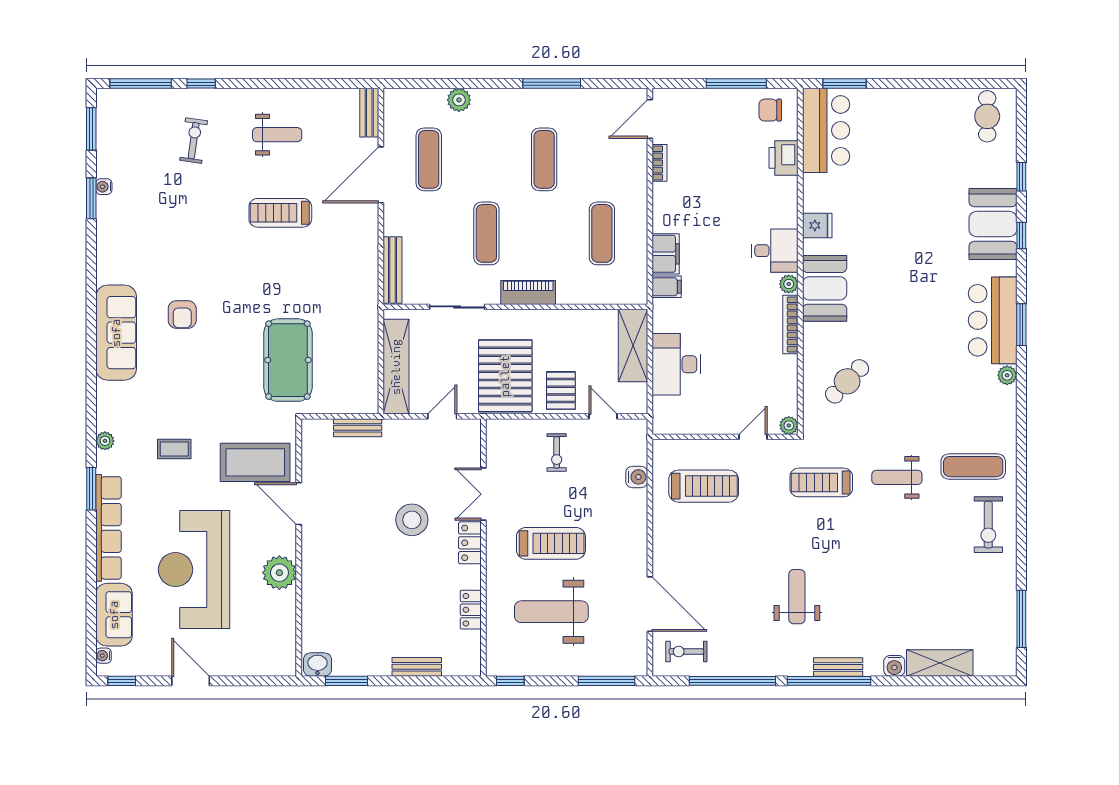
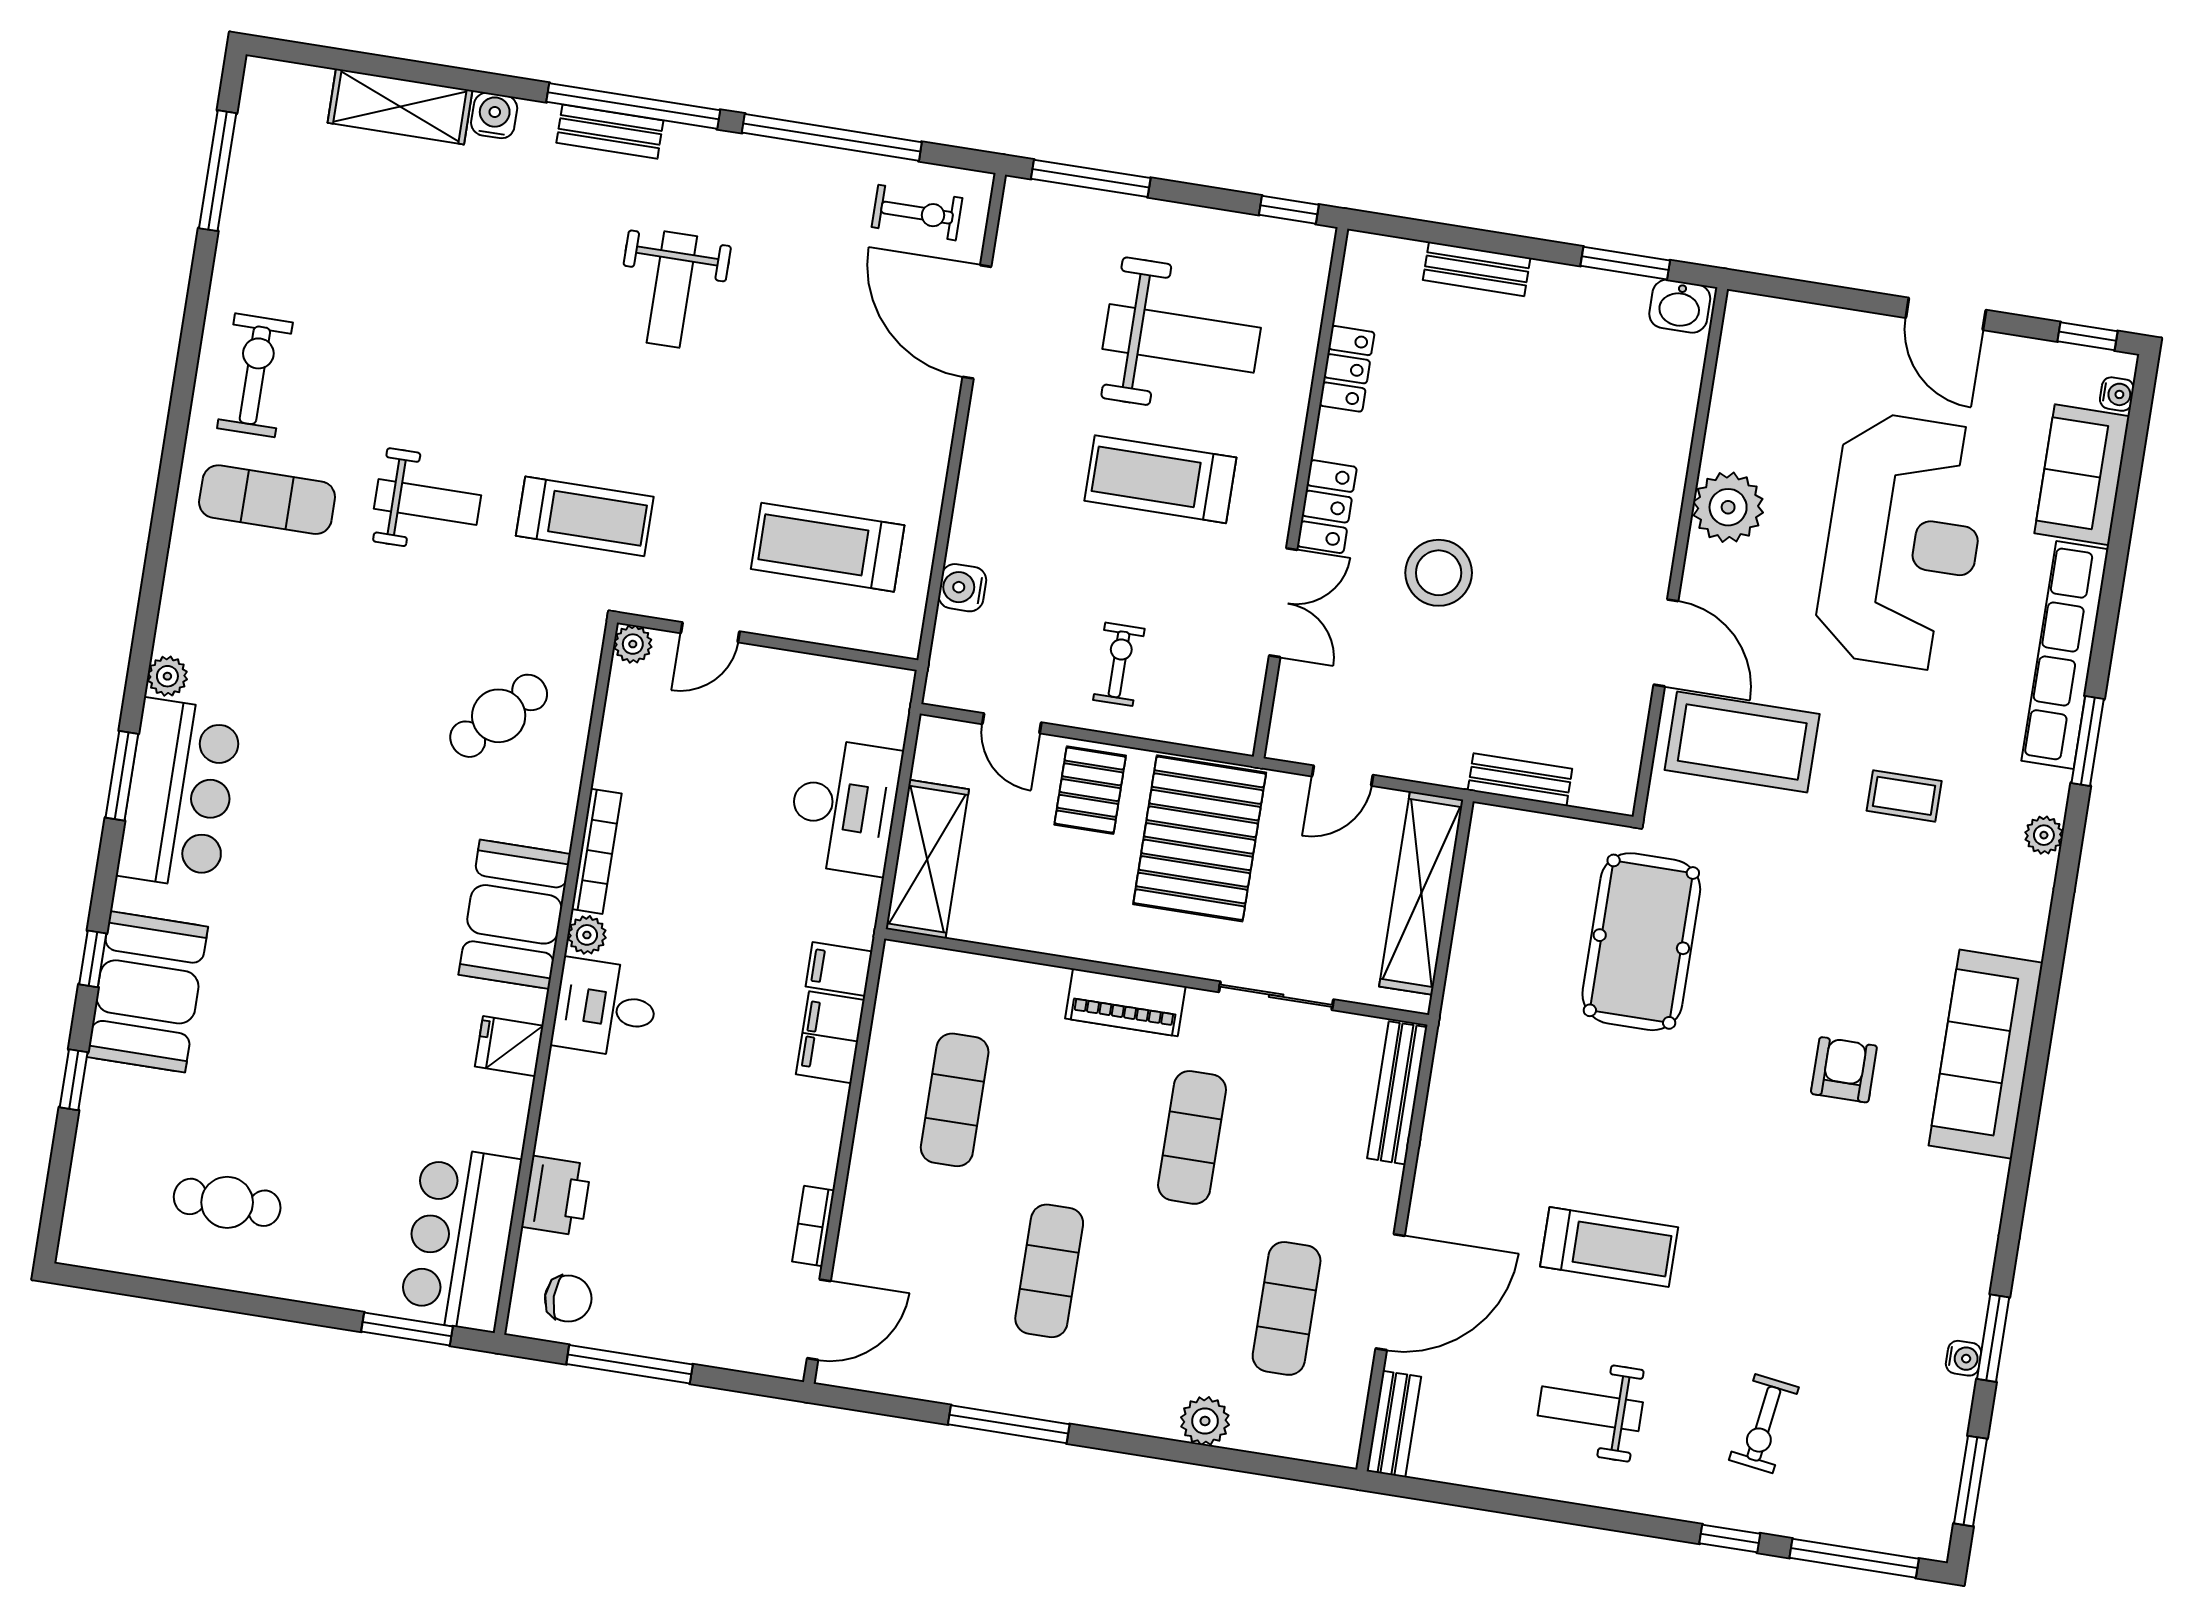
cafe table: (987, 116) -> (227, 1202), moved, turned 90

